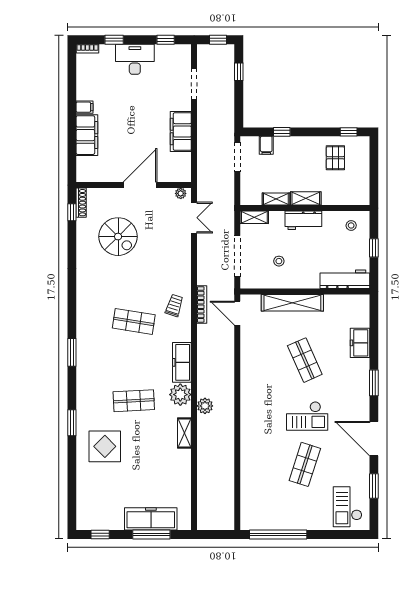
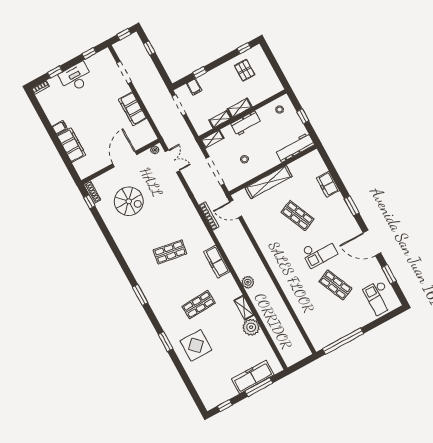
trolley: (174, 305) -> (191, 227), removed
plant: (180, 395) -> (251, 327), moved
shop shelf: (305, 464) -> (335, 285), turned -42

